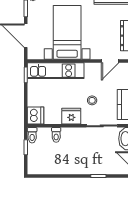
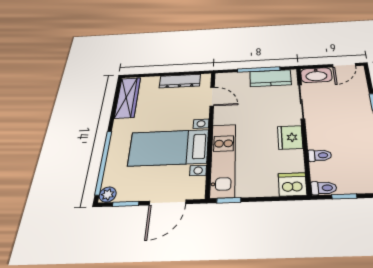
stool: (92, 100) -> (266, 114), removed

